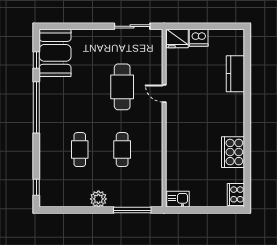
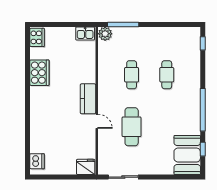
dishwasher: (199, 38) -> (37, 161), moved, turned 90
kitchen counter: (235, 74) -> (88, 99), moved, turned 180
plant: (98, 199) -> (105, 34), moved

